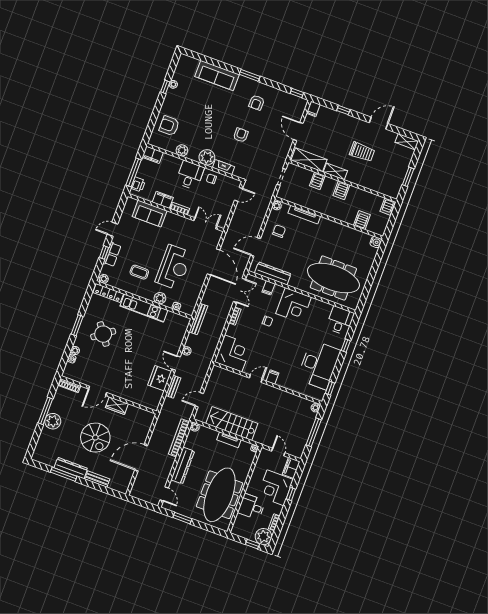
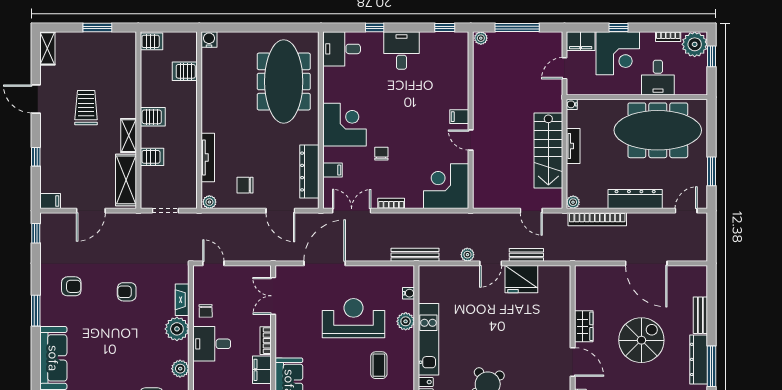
desk: (319, 365) -> (402, 51), width x0.53, depth x0.77

